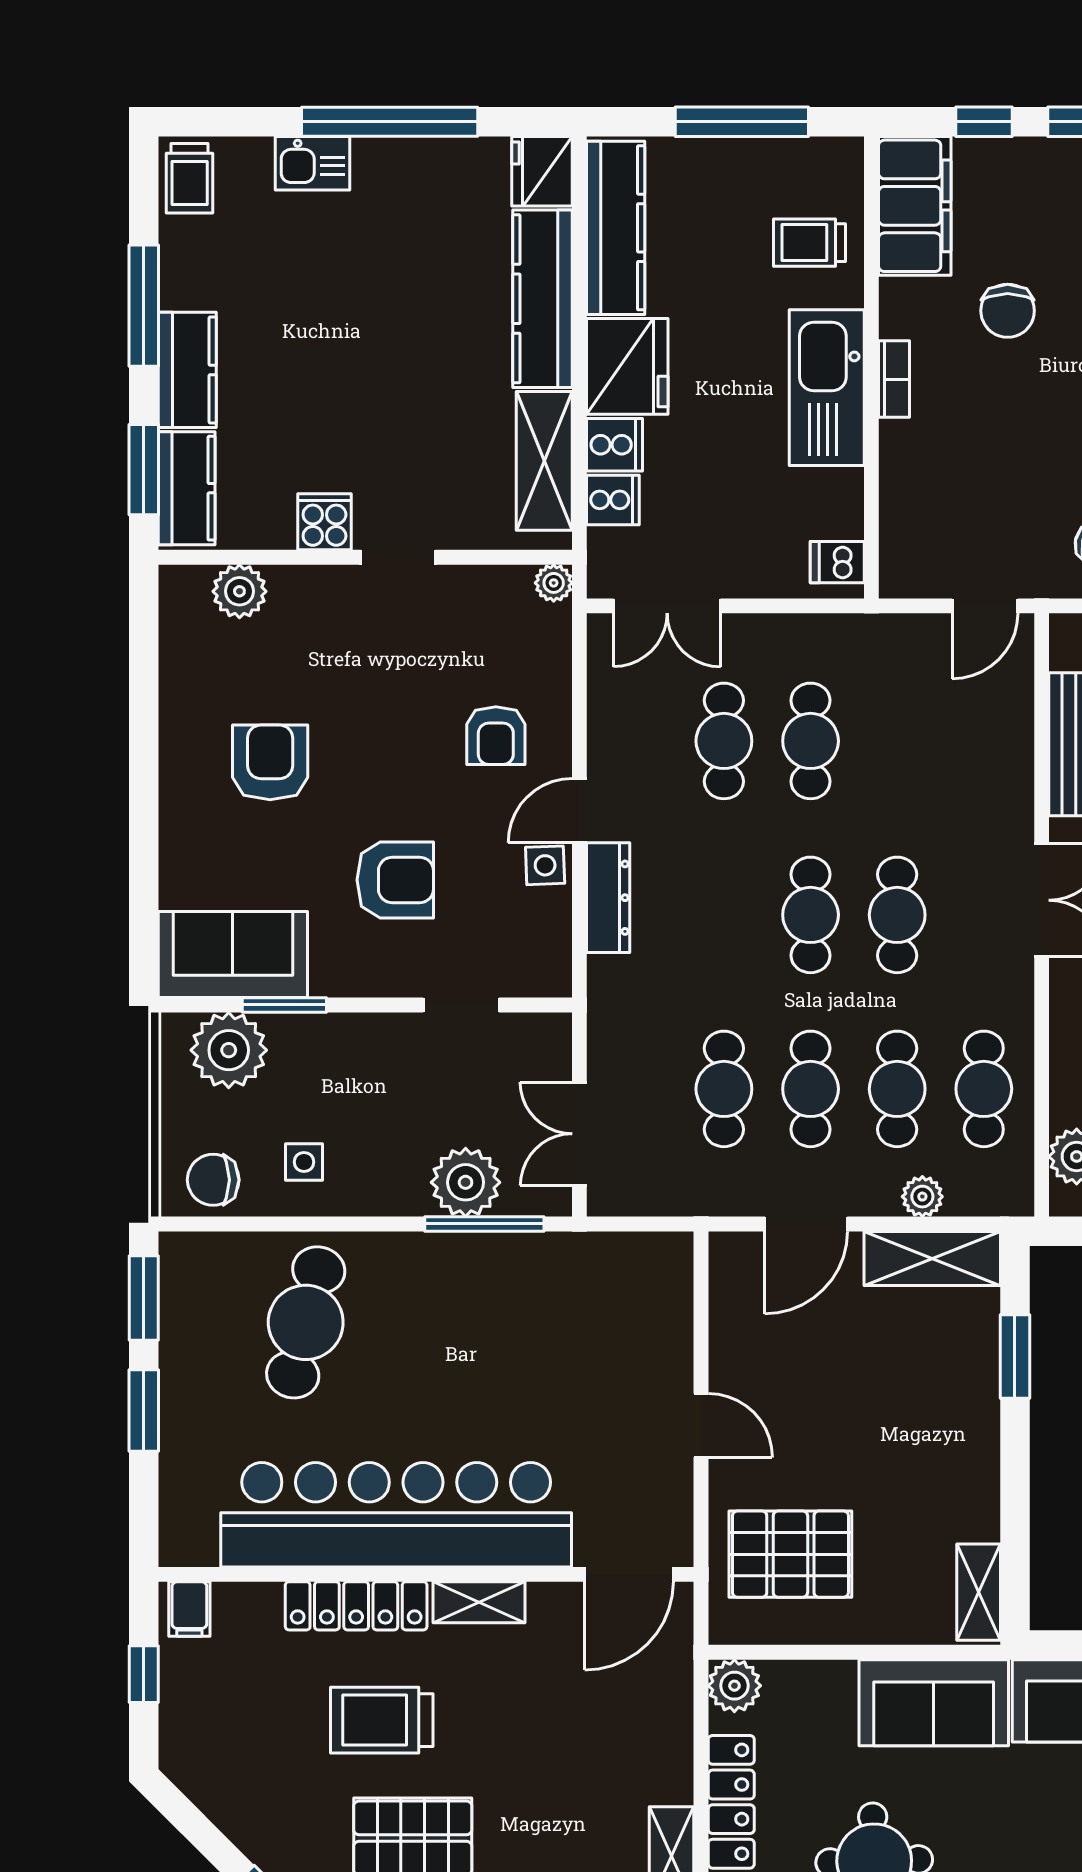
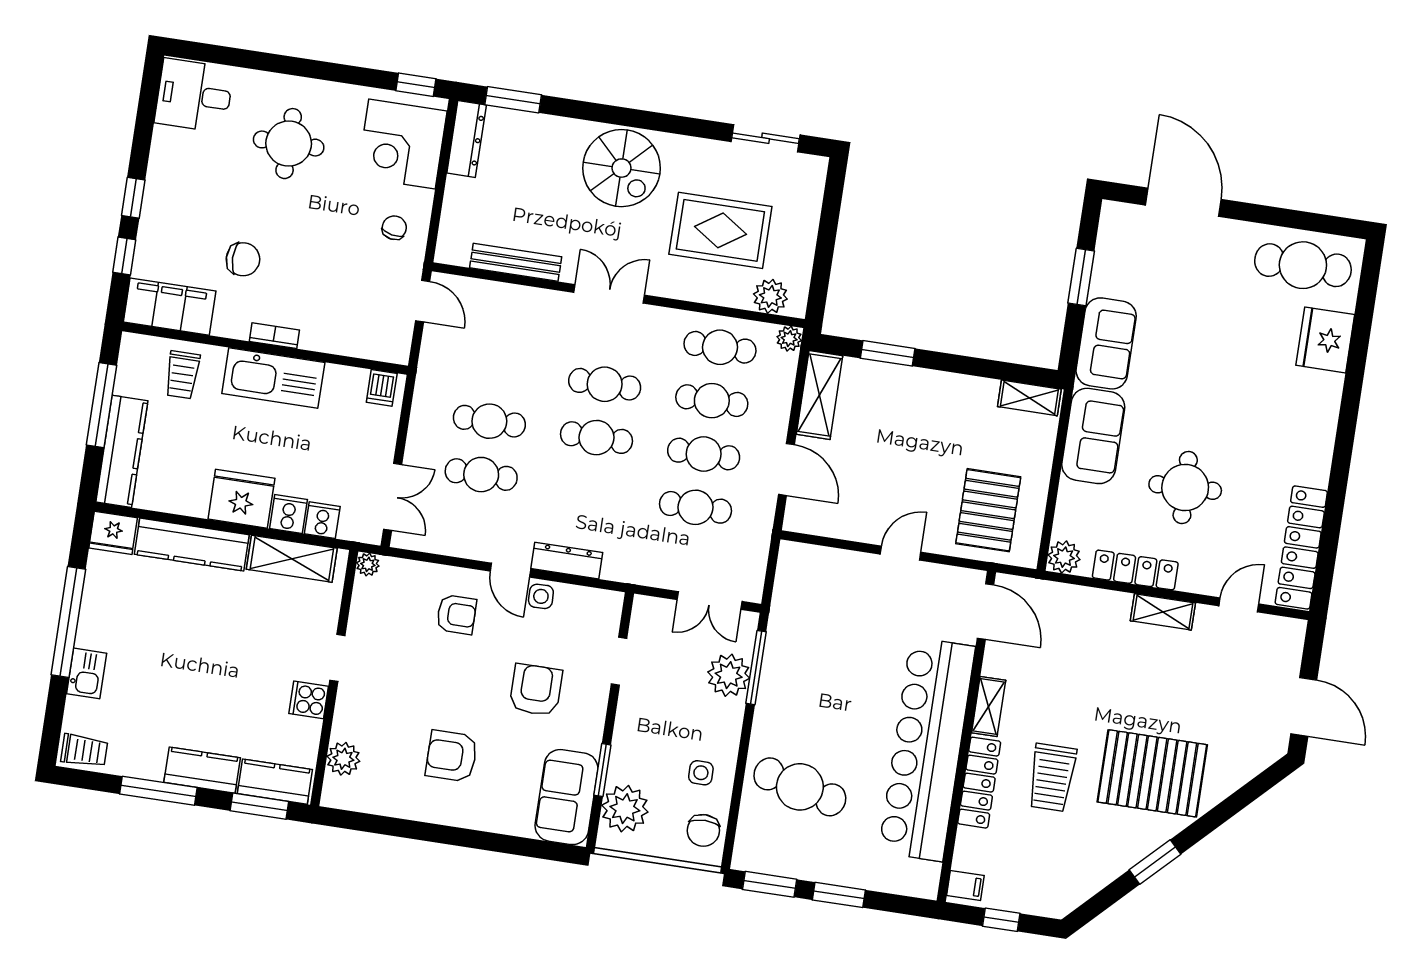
kitchen counter: (616, 228) -> (122, 451), moved, turned 90
plant: (922, 1197) -> (789, 339), moved

